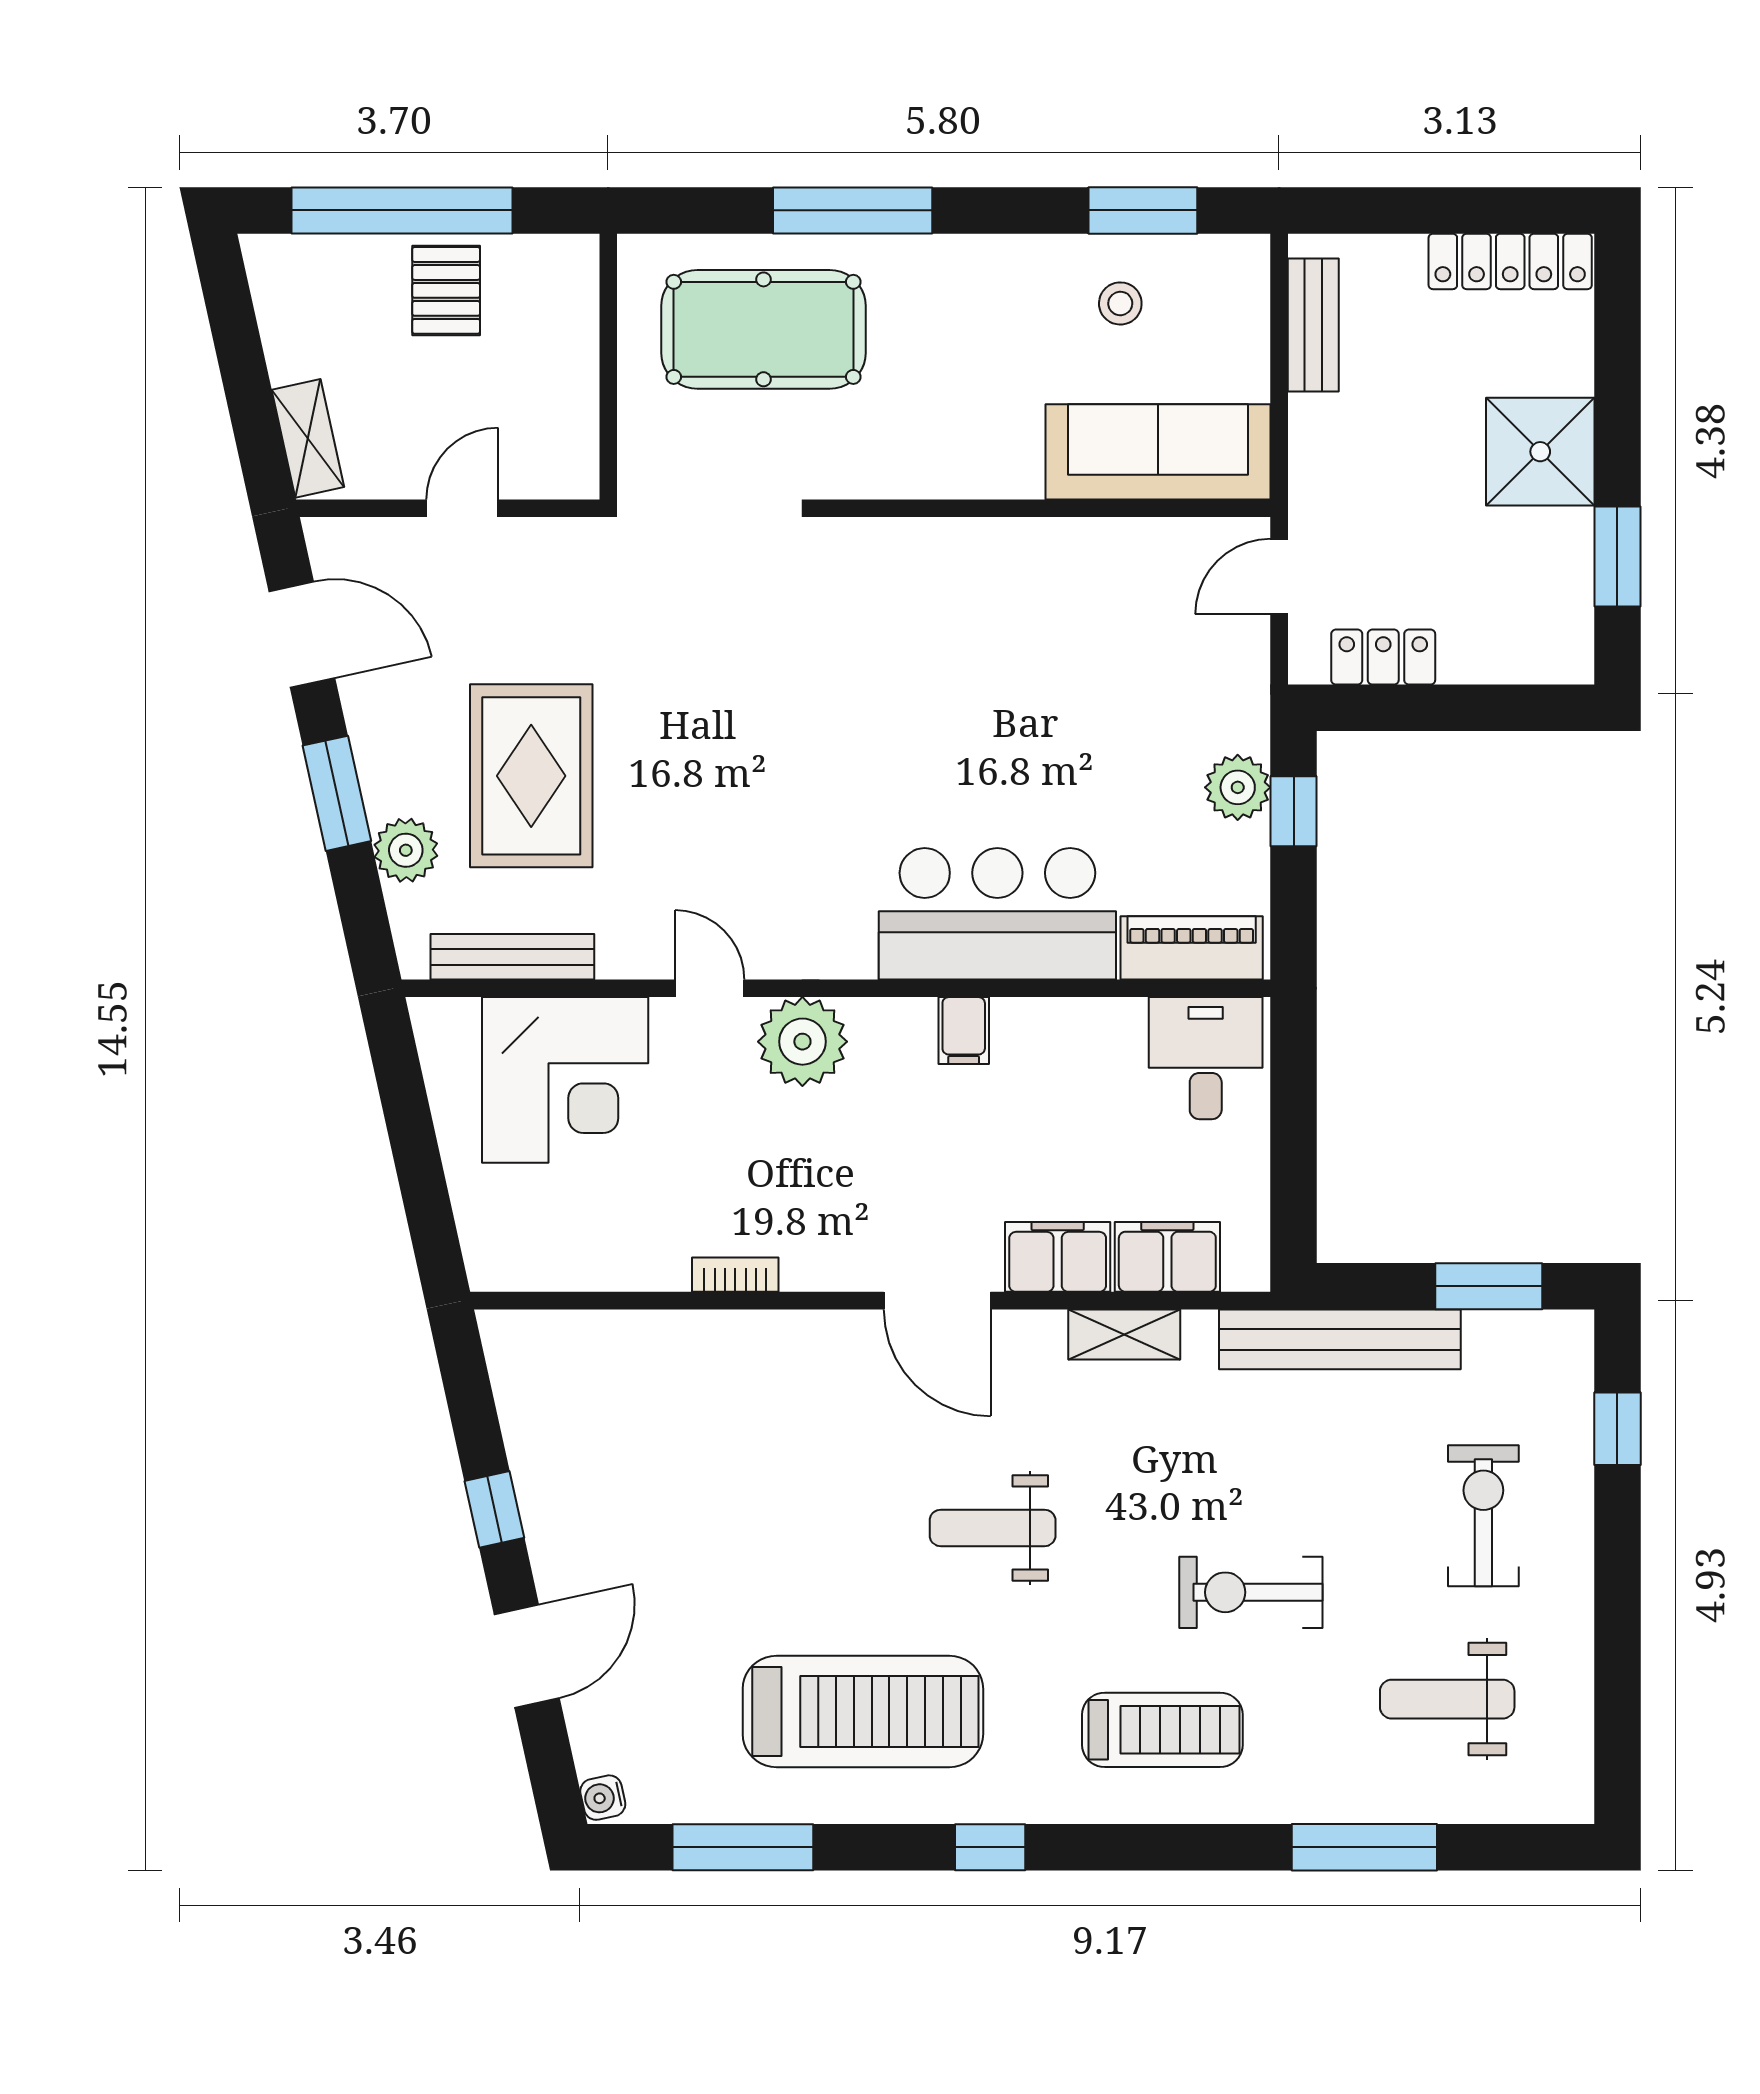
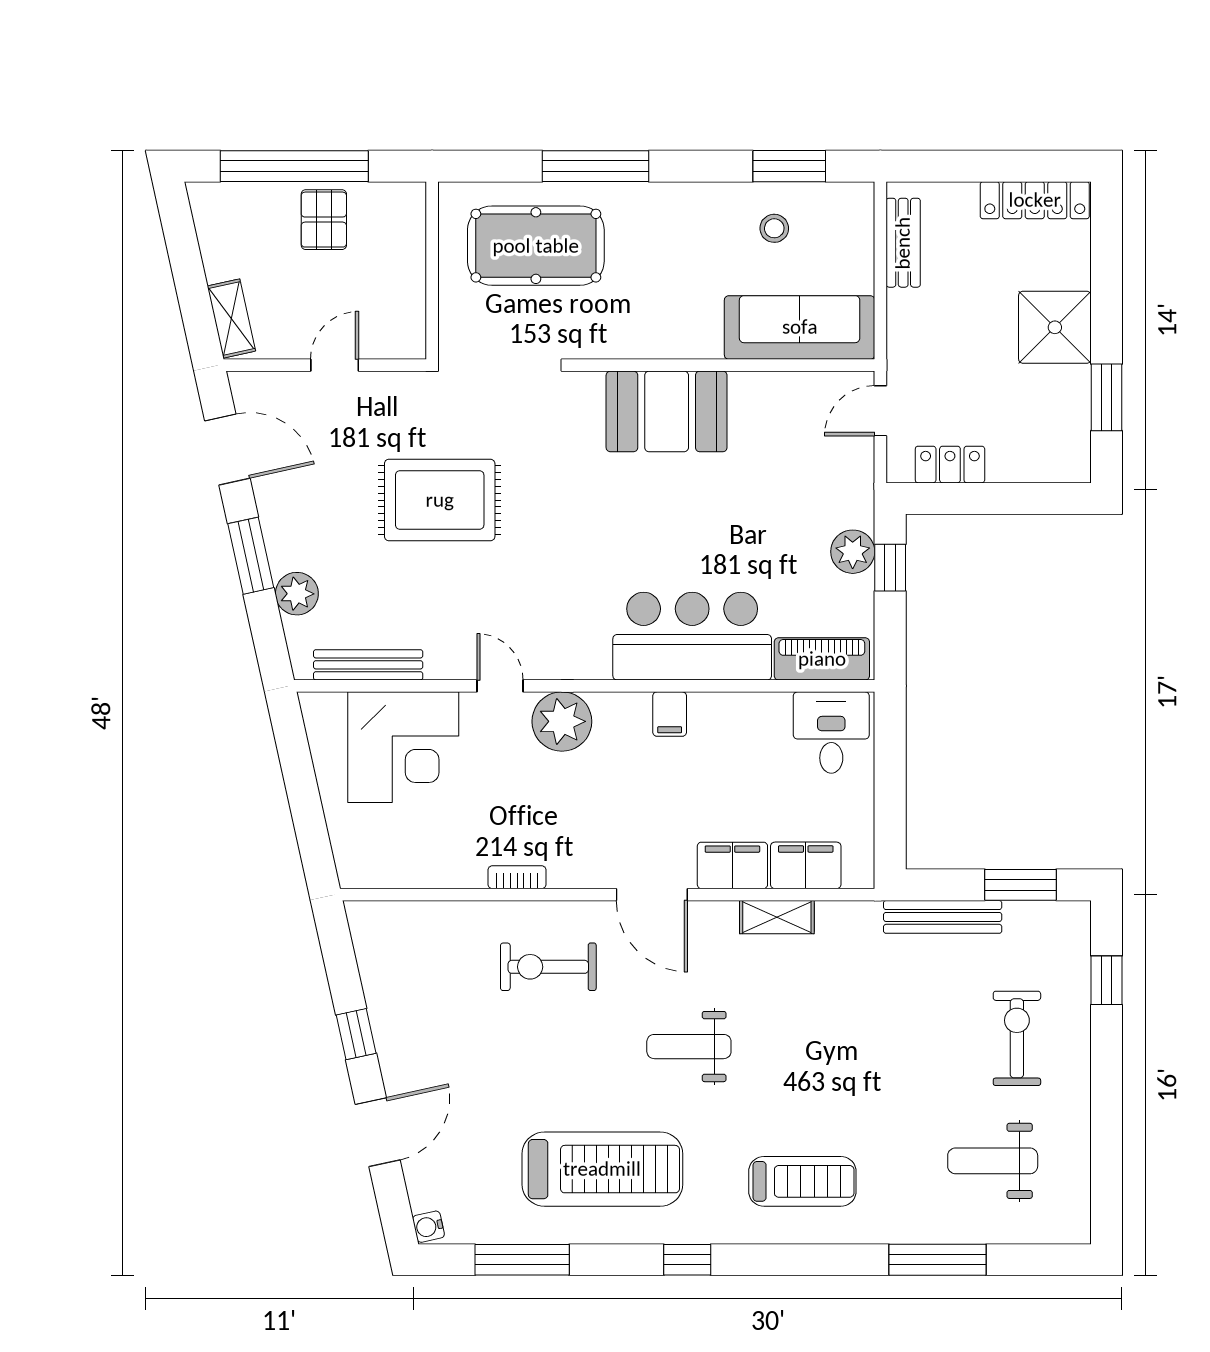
booth: (959, 578) -> (667, 411), added
rug: (531, 776) -> (440, 500), moved, turned 90
bench: (1340, 1339) -> (943, 917), width x0.73, depth x0.82
exercise bike: (1251, 1592) -> (548, 967), moved

